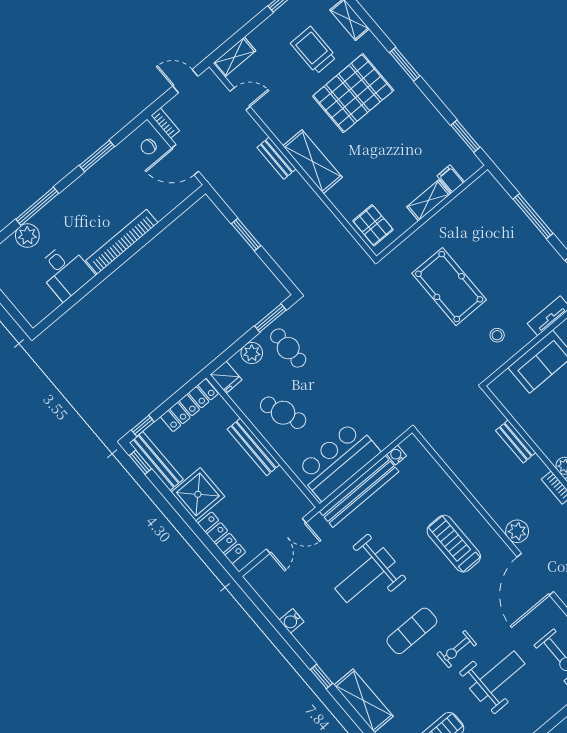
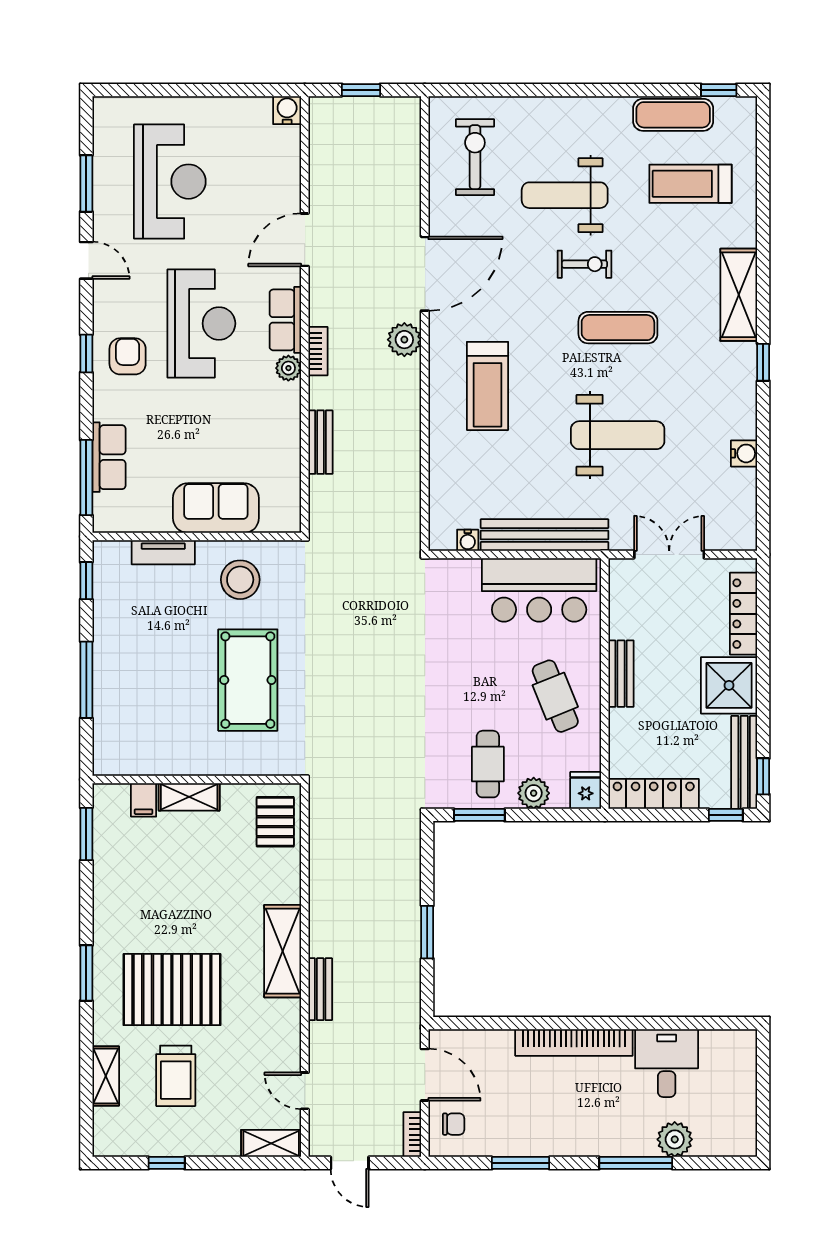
stool: (497, 335) -> (240, 580), width x1.89, depth x1.89
bench: (254, 447) -> (621, 674), width x0.73

